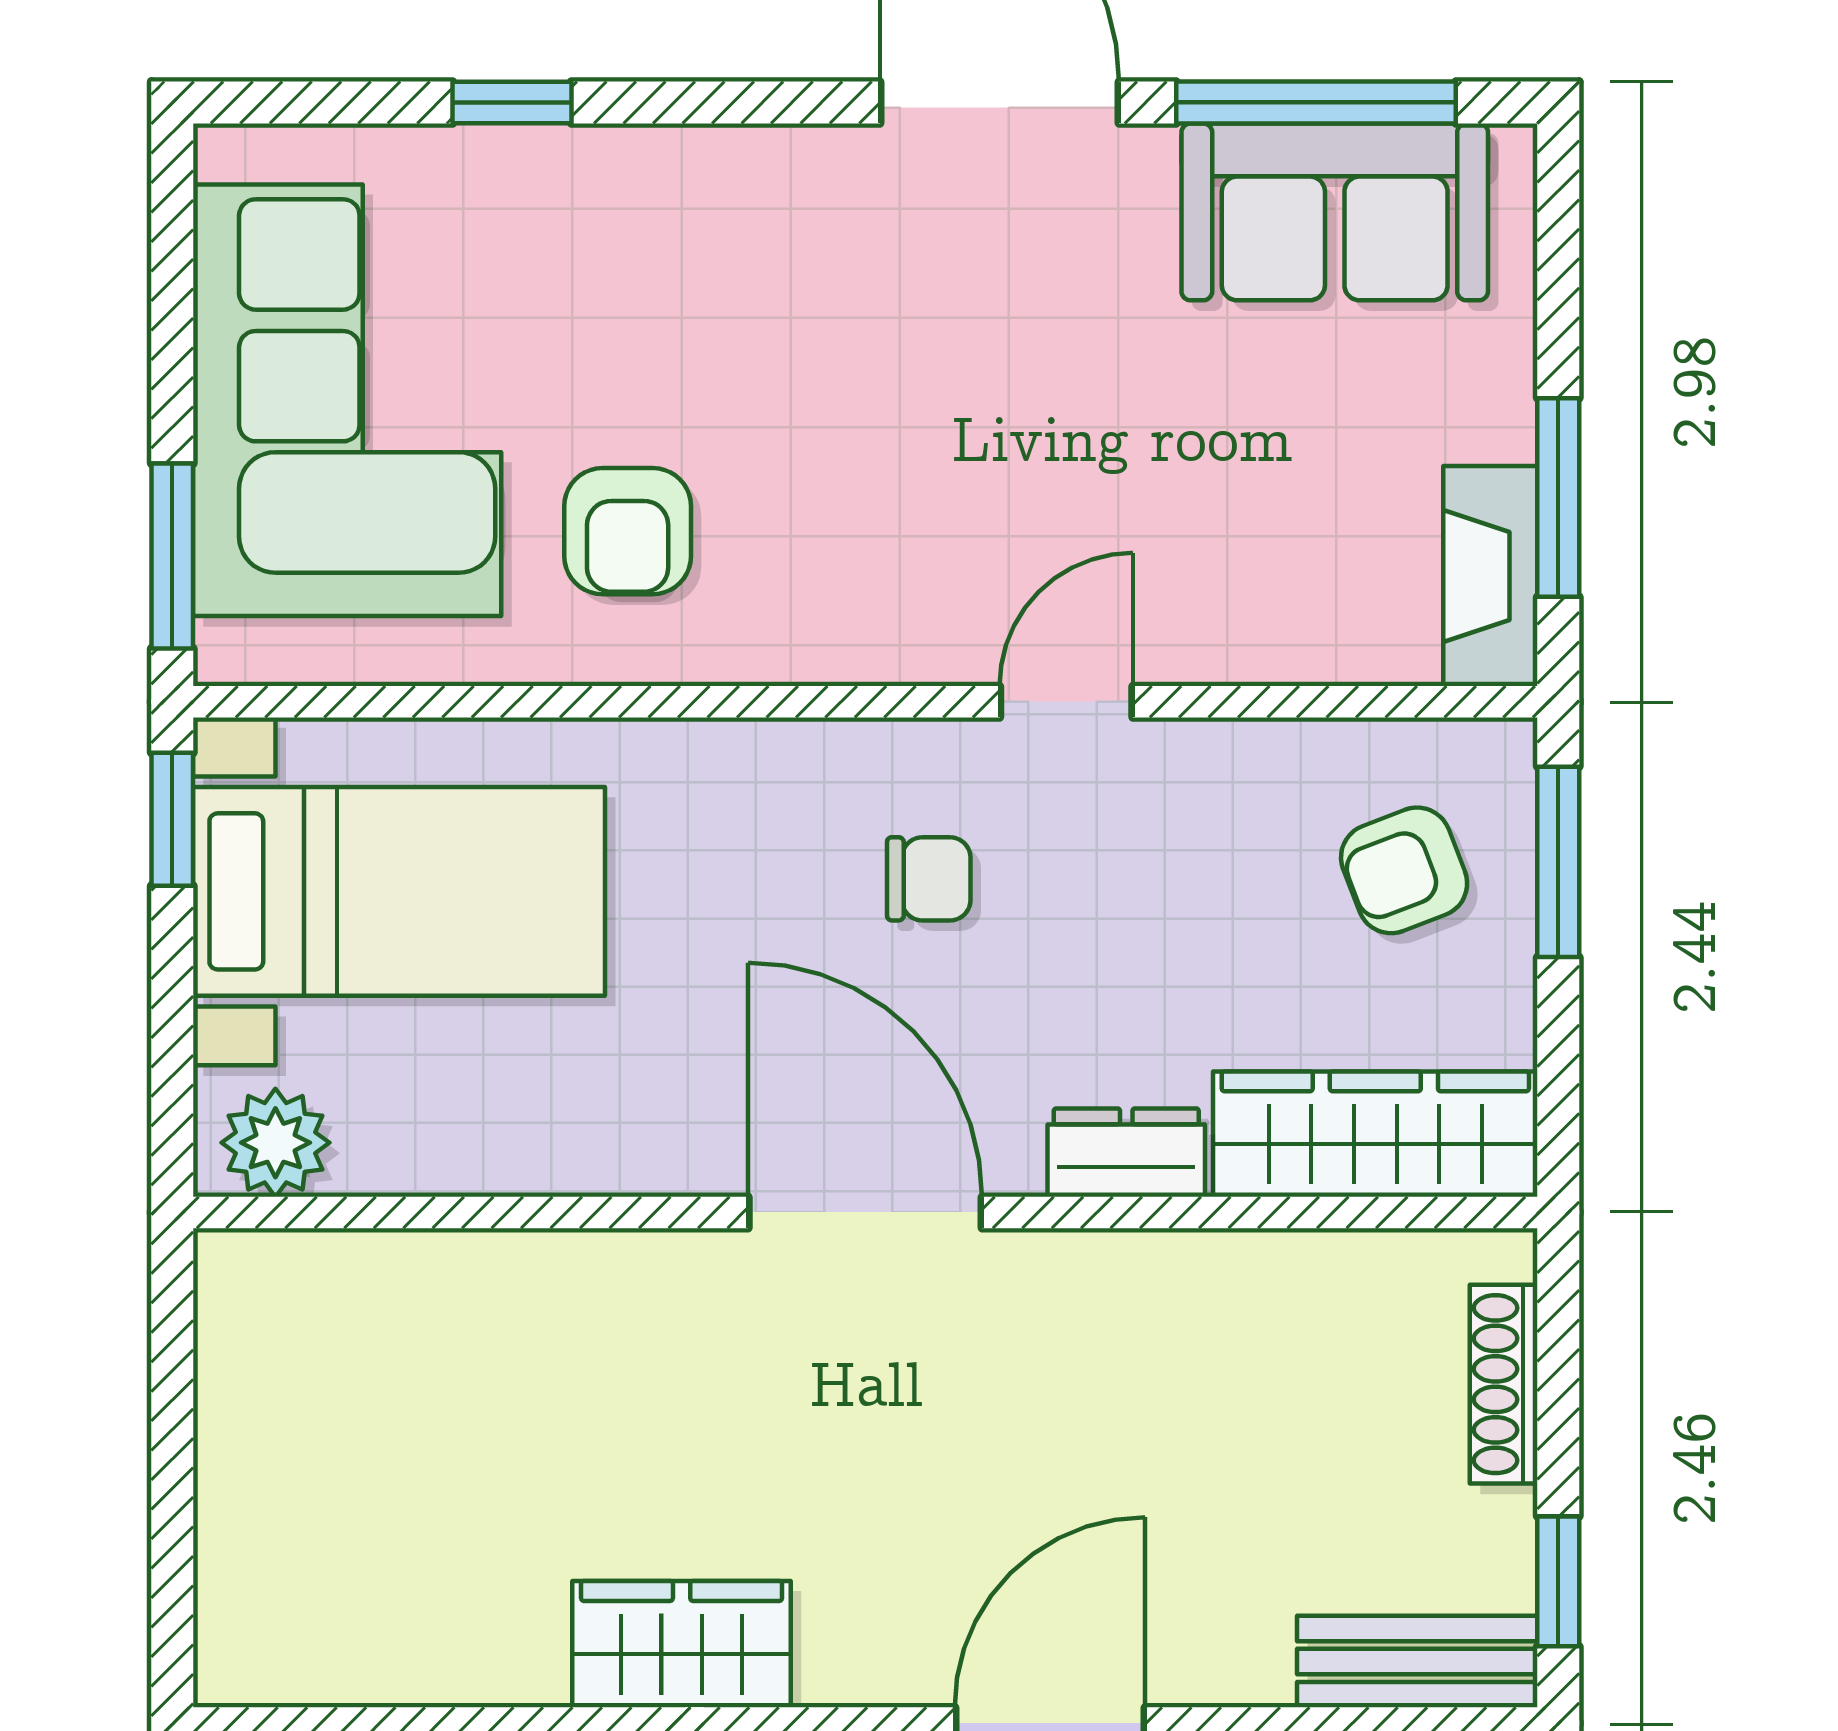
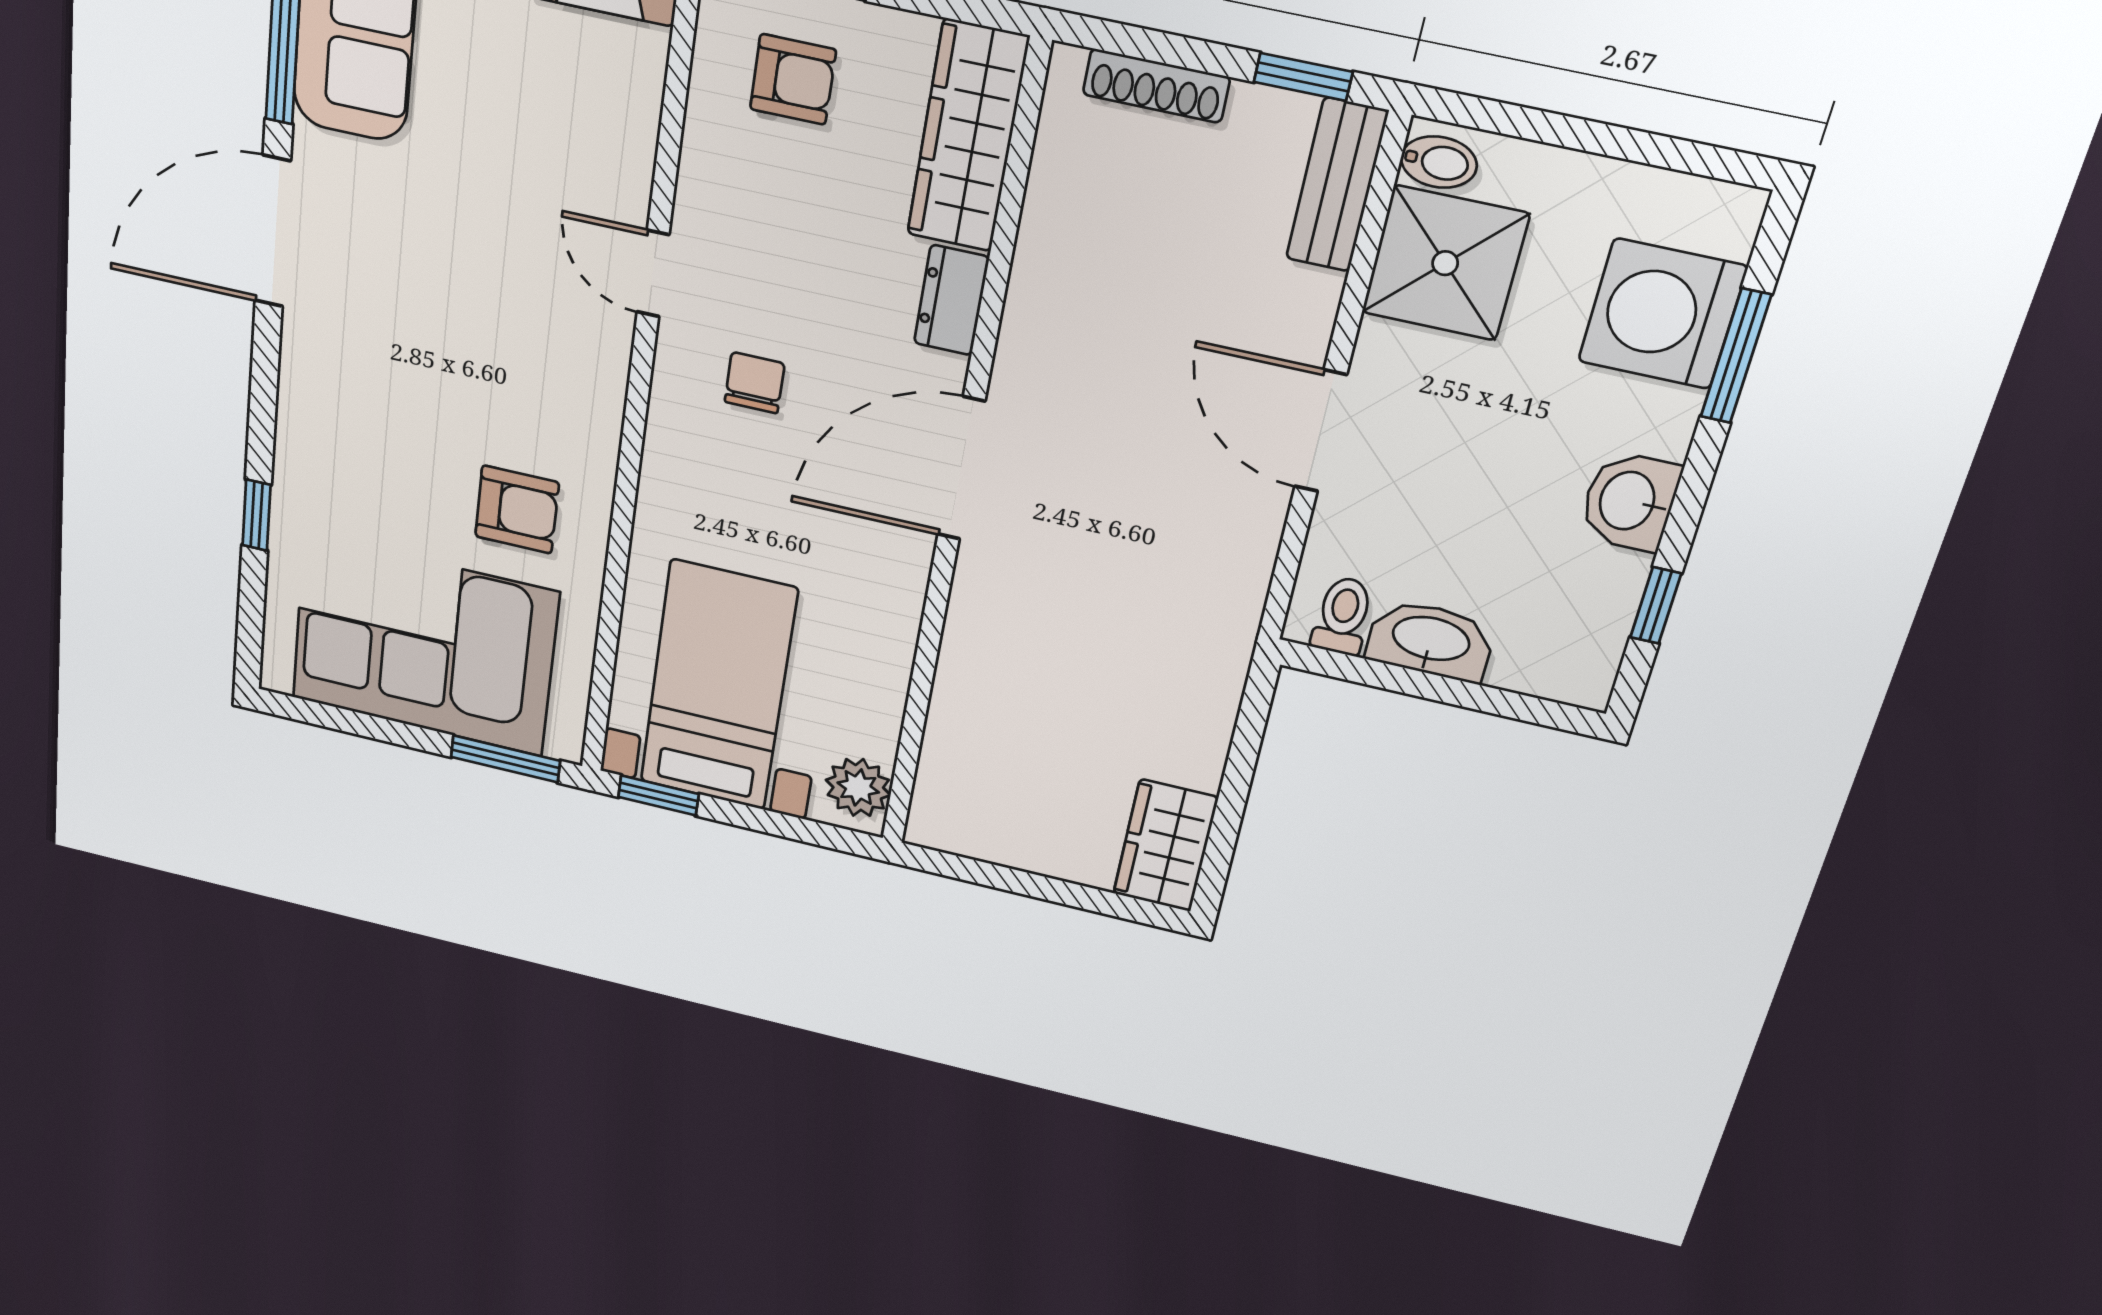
armchair: (1404, 870) -> (793, 79), turned -69
wardrobe: (682, 1644) -> (1165, 846), moved

